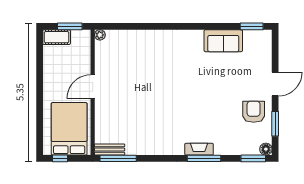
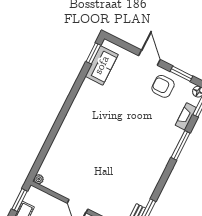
sofa: (223, 41) -> (102, 65), moved
fireplace: (199, 149) -> (186, 116), moved

